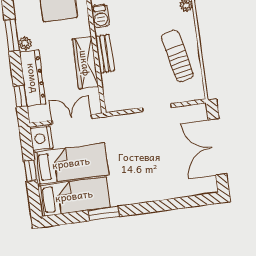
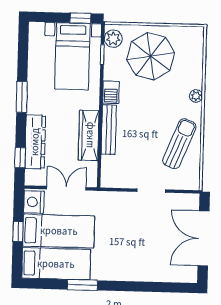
plant: (25, 43) -> (33, 107), removed
bench: (105, 54) -> (109, 130), width x1.36
sun lounger: (178, 56) -> (179, 144), turned 34

